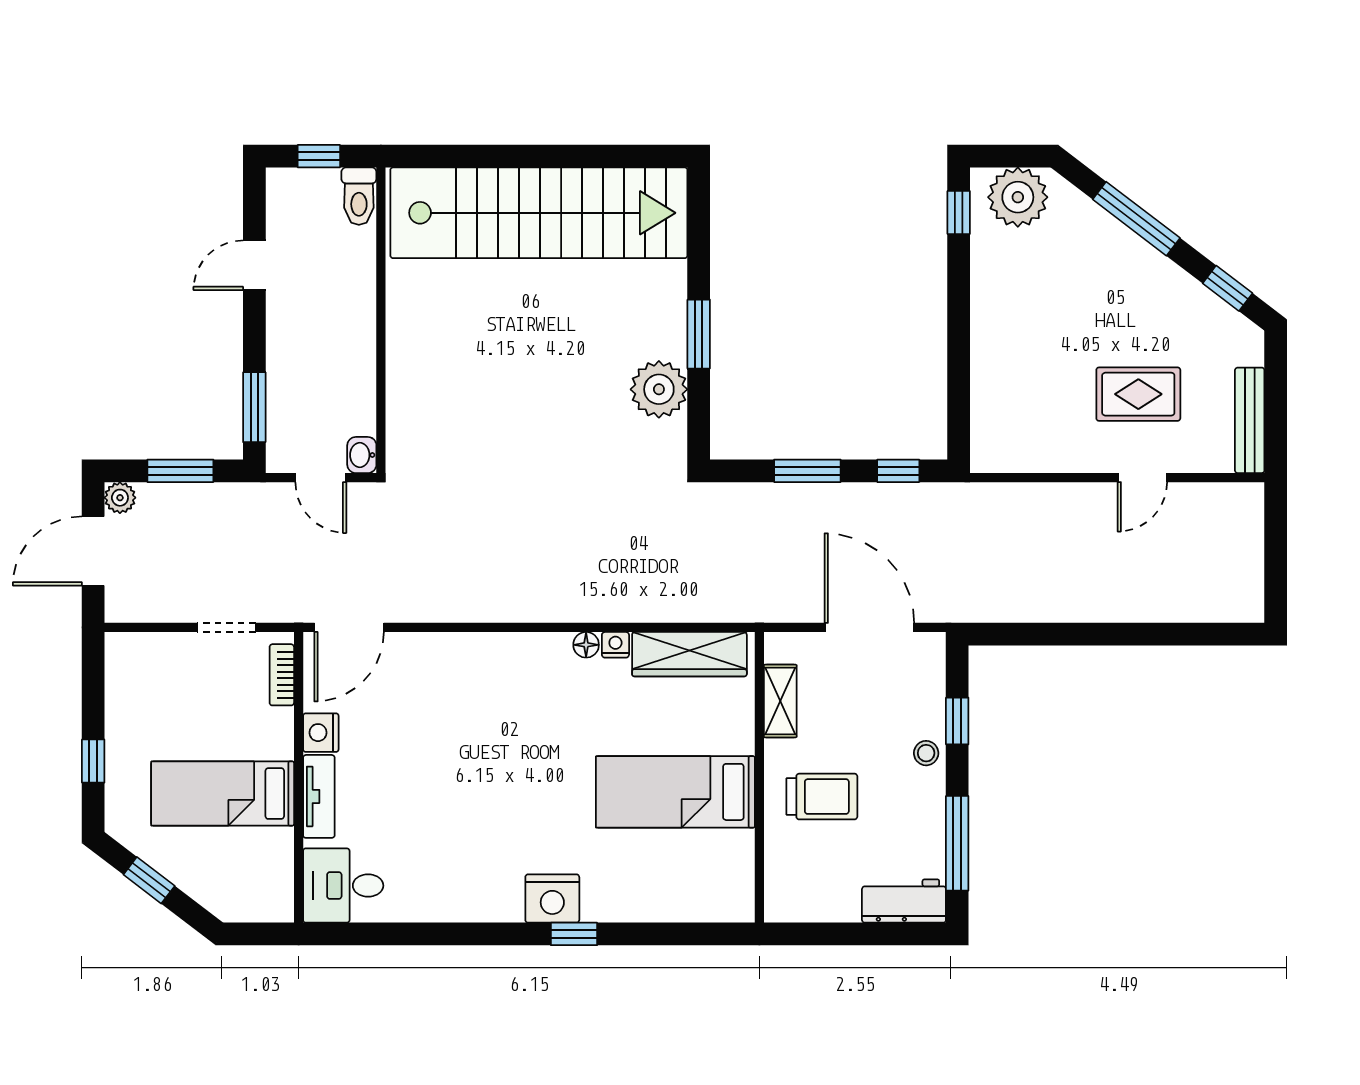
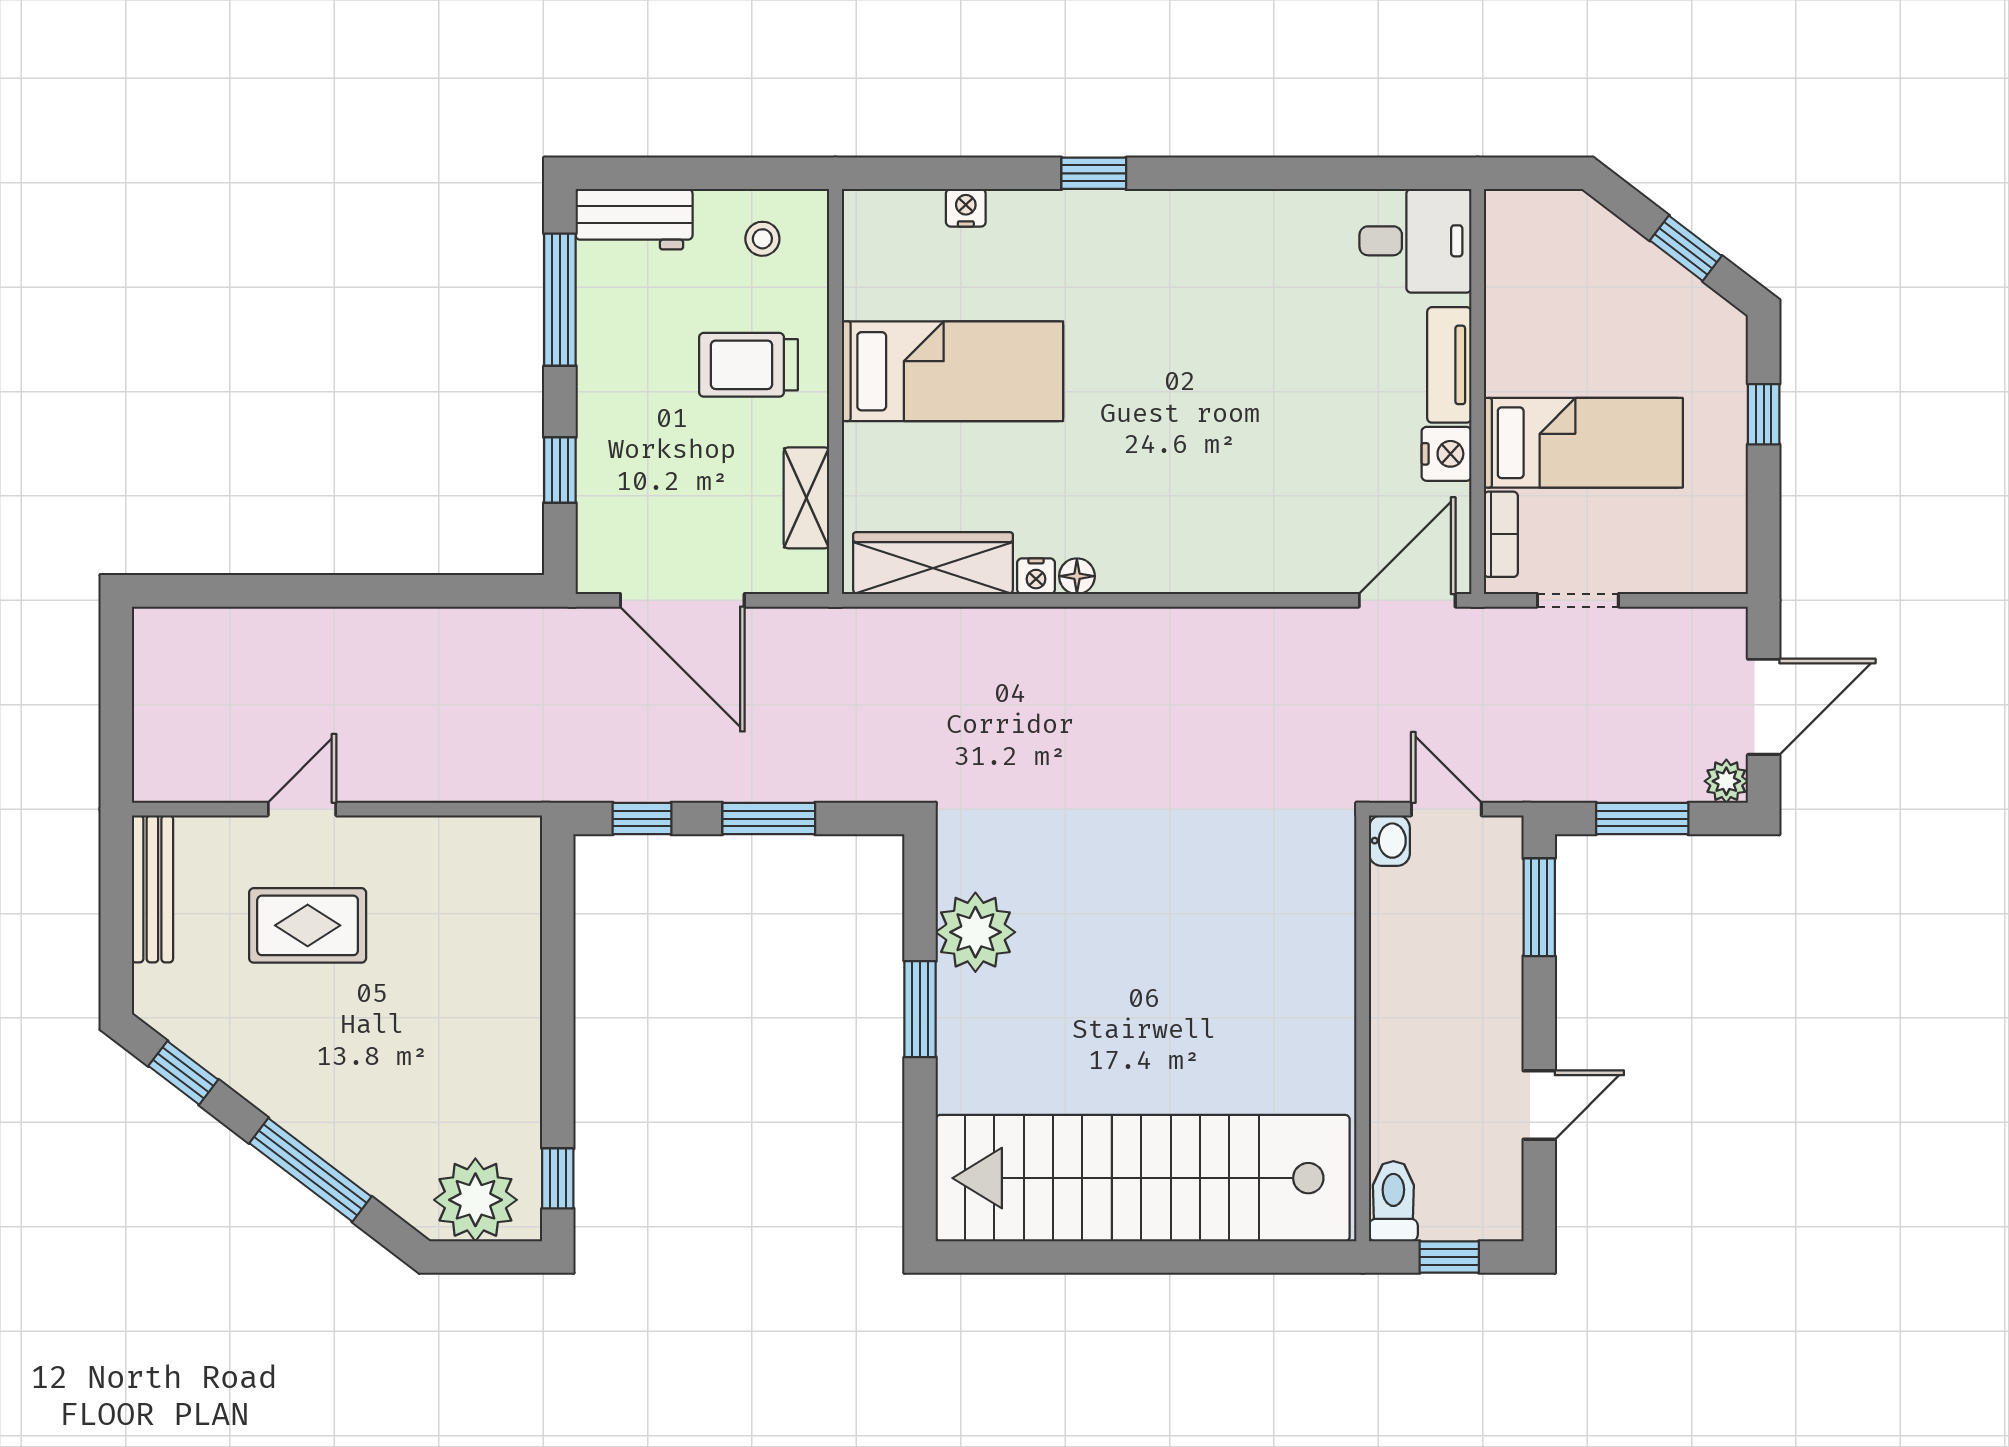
stool: (926, 753) -> (762, 239), moved
bed: (223, 794) -> (1583, 443), moved
nightstand: (552, 899) -> (966, 208), moved, width x0.53, depth x0.56

